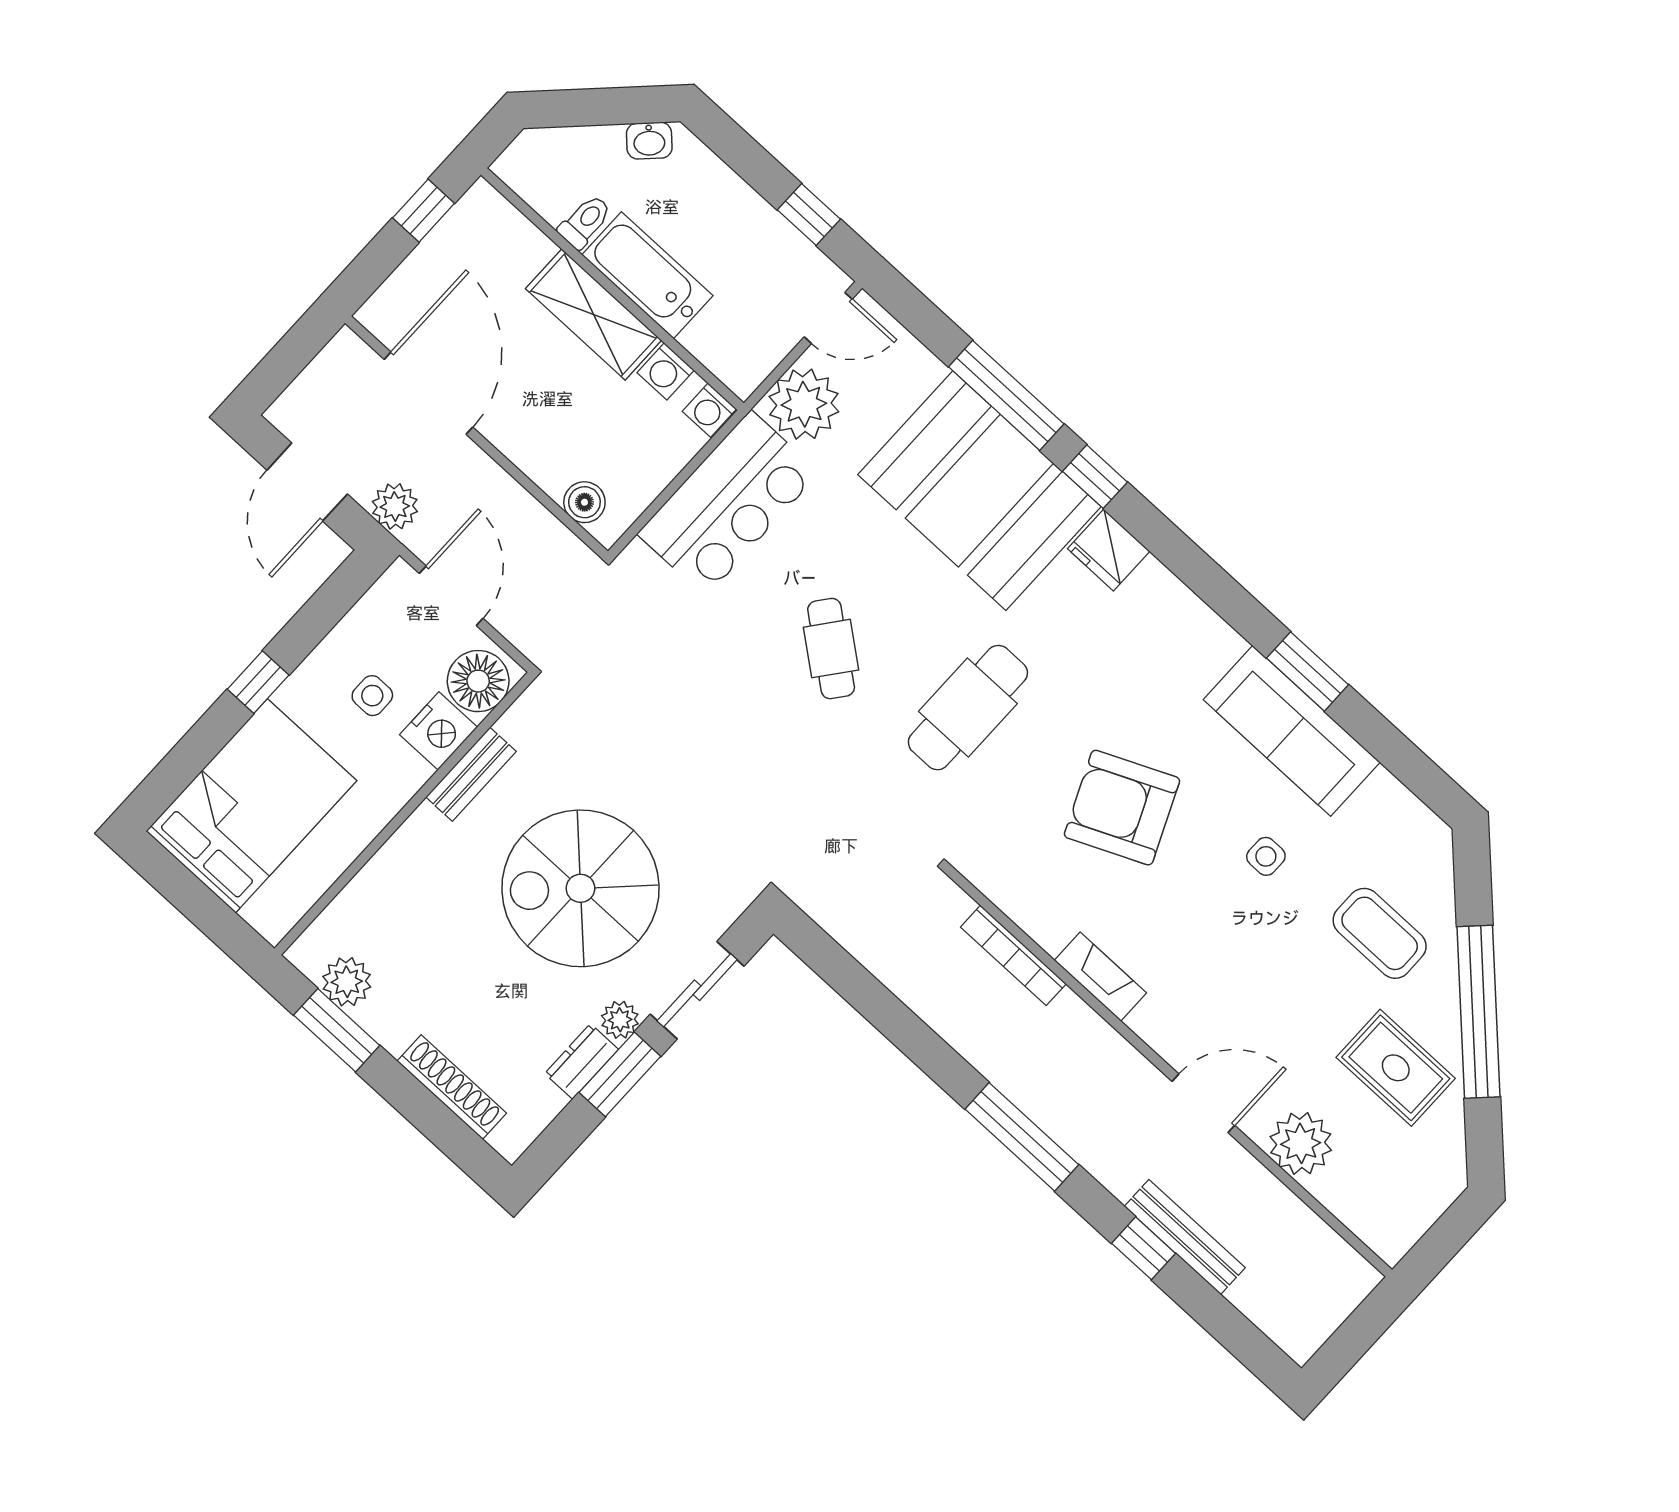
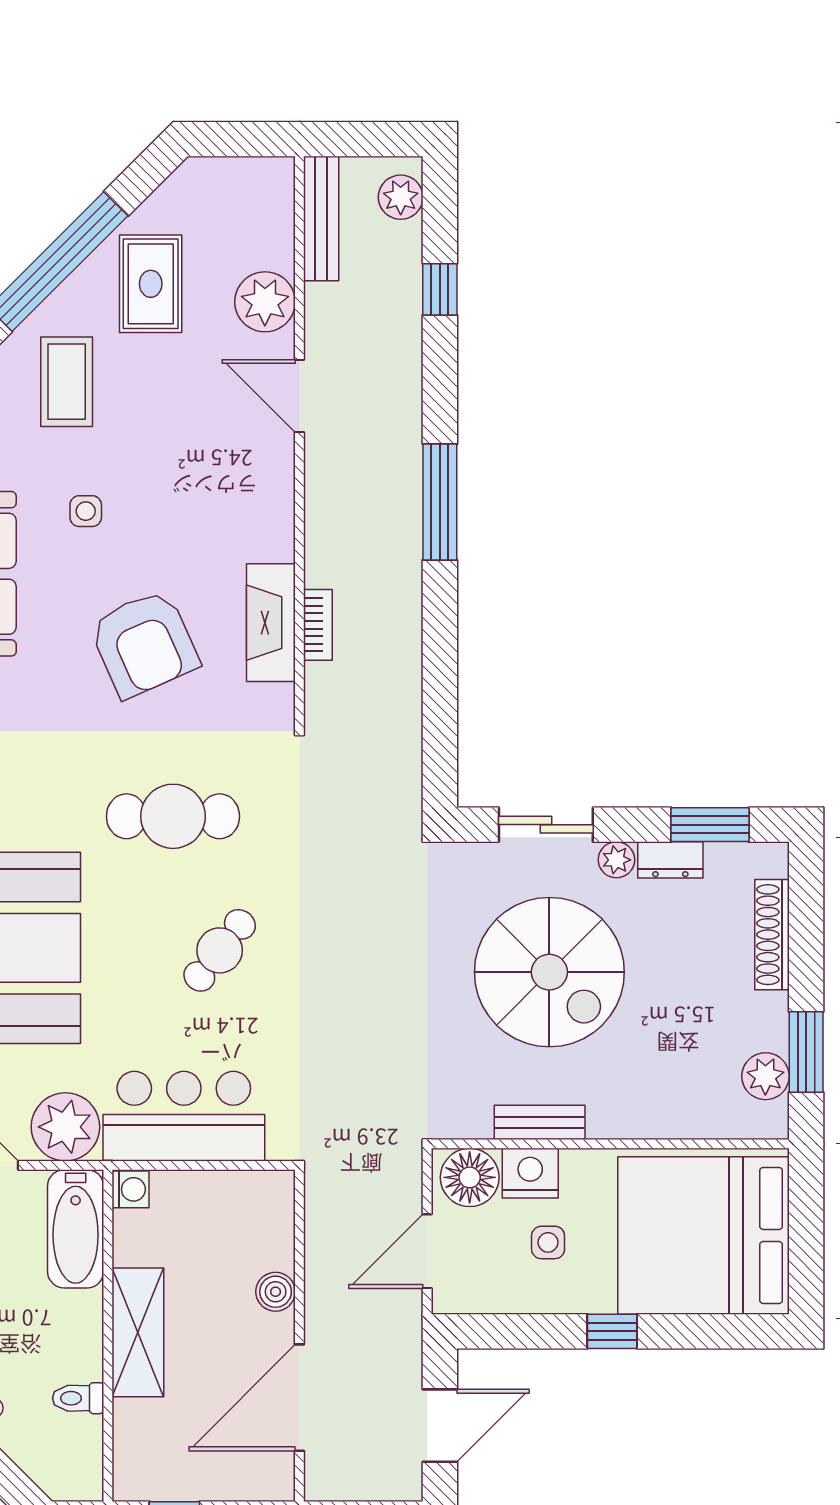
bathtub: (647, 275) -> (76, 1229), moved
washing machine: (666, 371) -> (131, 1245), removed
boiler: (584, 502) -> (276, 1292), moved
plant: (395, 506) -> (401, 197), moved
bed: (251, 806) -> (703, 1235), width x1.36
bookcase: (1013, 955) -> (318, 625), width x0.64
fireplace: (1100, 977) -> (271, 623), moved, width x1.37, depth x1.32
window: (620, 1074) -> (710, 825), moved
bench: (1185, 1237) -> (321, 218), moved
window: (1143, 1248) -> (440, 289), moved

